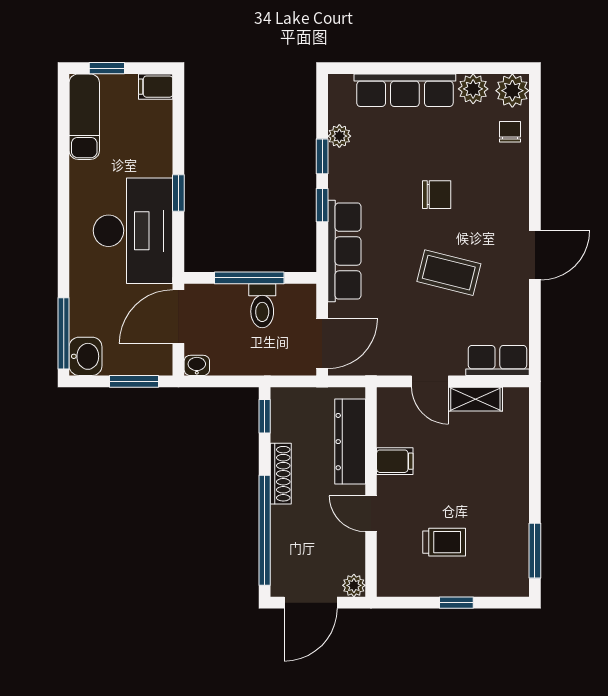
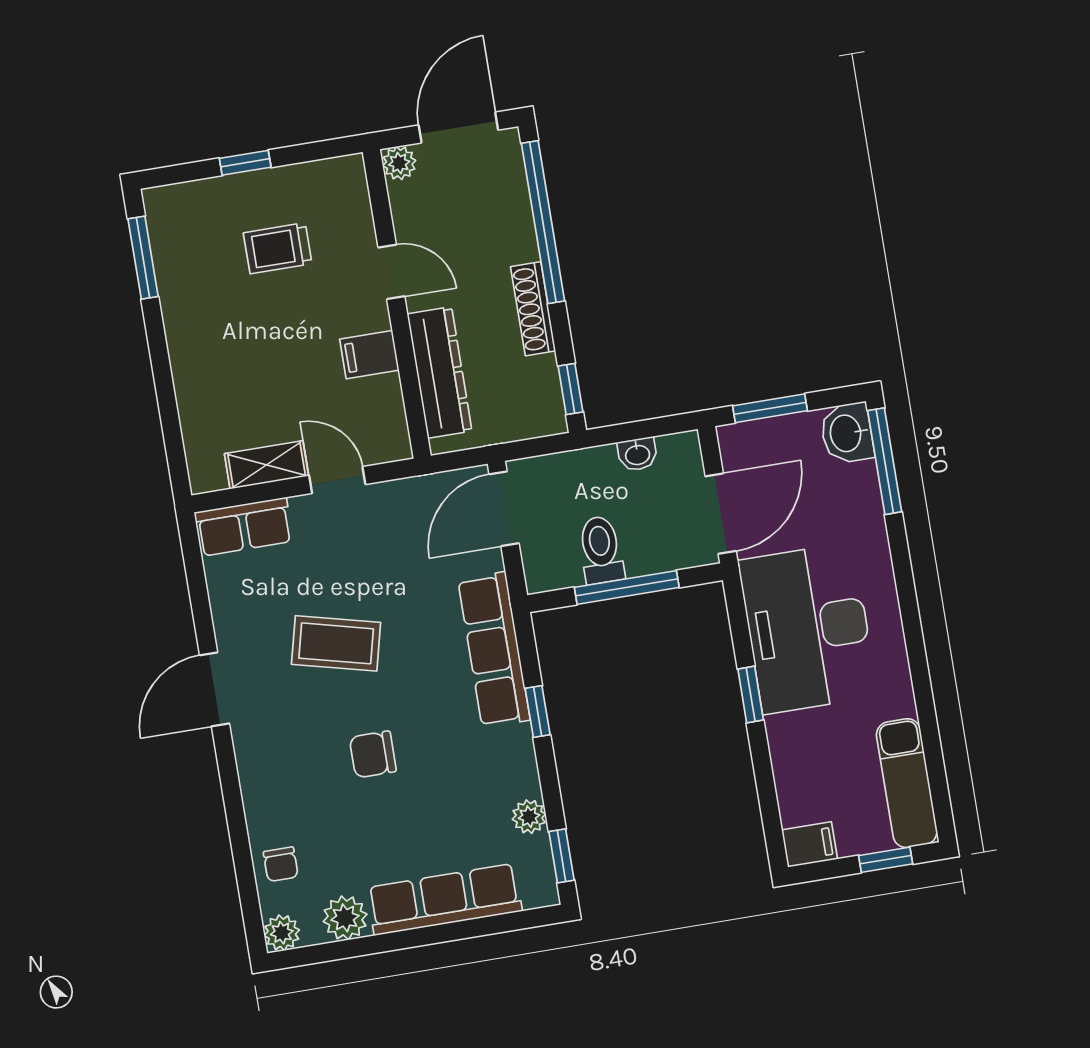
plant: (512, 91) -> (282, 933), width x0.73, depth x0.73
window: (322, 156) -> (562, 856), moved
washbasin: (197, 365) -> (637, 454), moved

